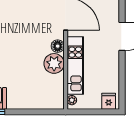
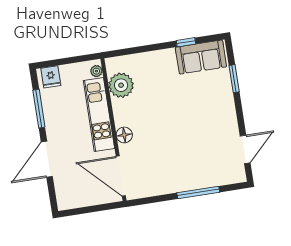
plant: (54, 63) -> (121, 85), moved
window: (122, 78) -> (39, 109), added

